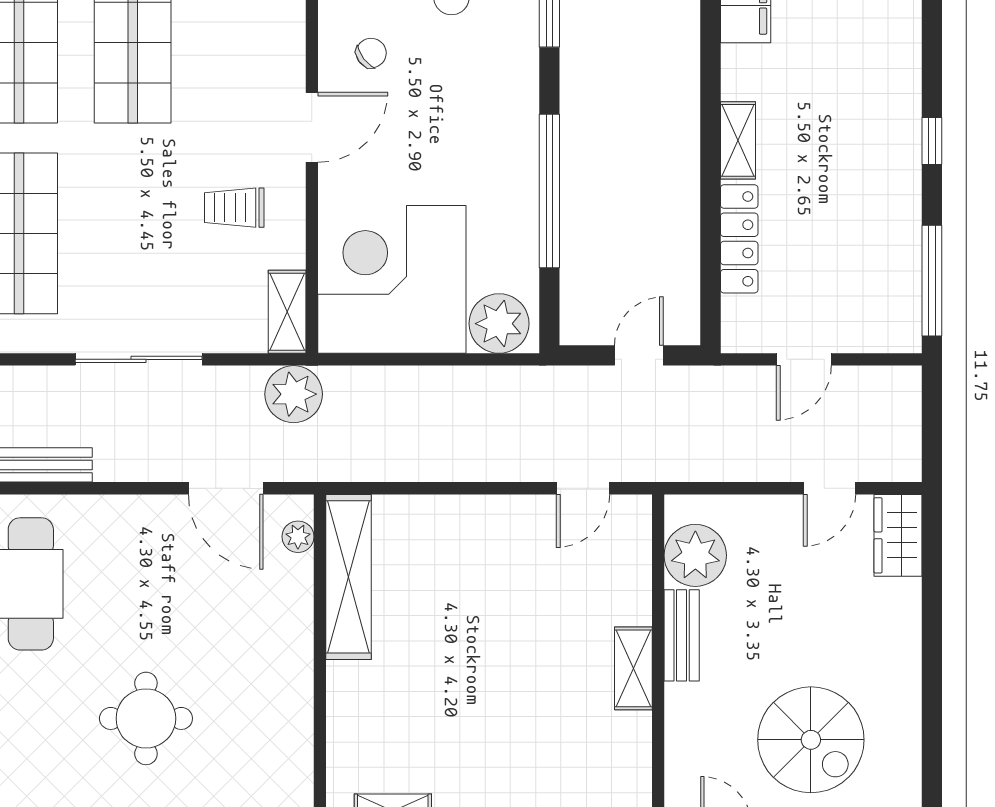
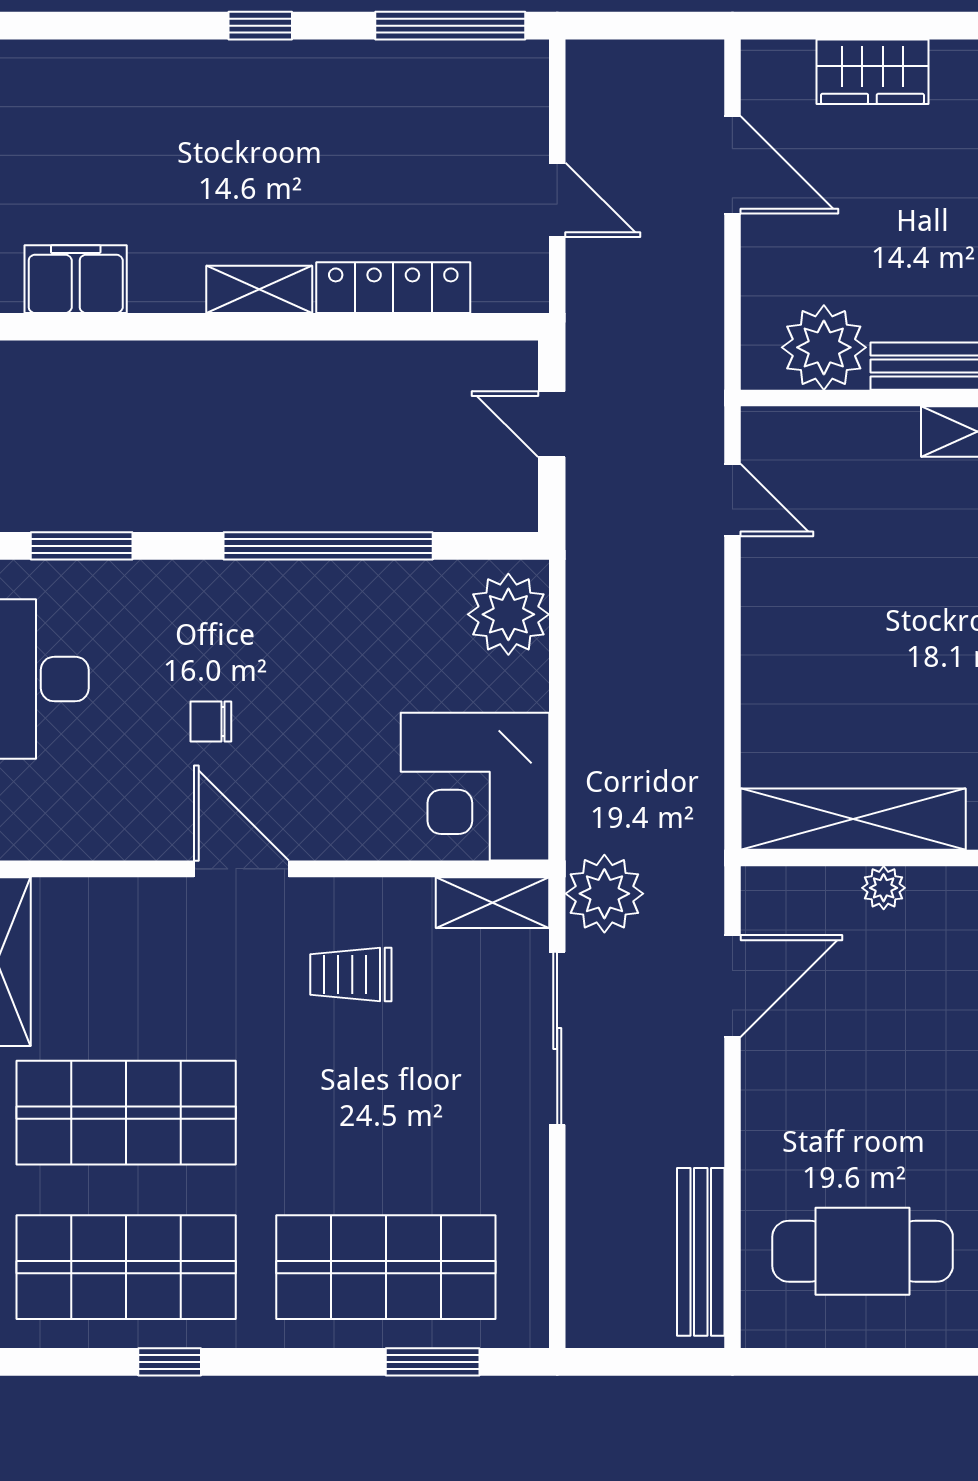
chair: (371, 53) -> (211, 722), moved, turned -53
trolley: (234, 208) -> (351, 975), turned 90
corner desk: (392, 279) -> (475, 787), width x0.74, depth x0.74
sliding door: (139, 359) -> (557, 1038), moved
door: (830, 488) -> (732, 165), width x1.38
wardrobe: (898, 535) -> (872, 72), moved
plant: (298, 537) -> (884, 888), moved

